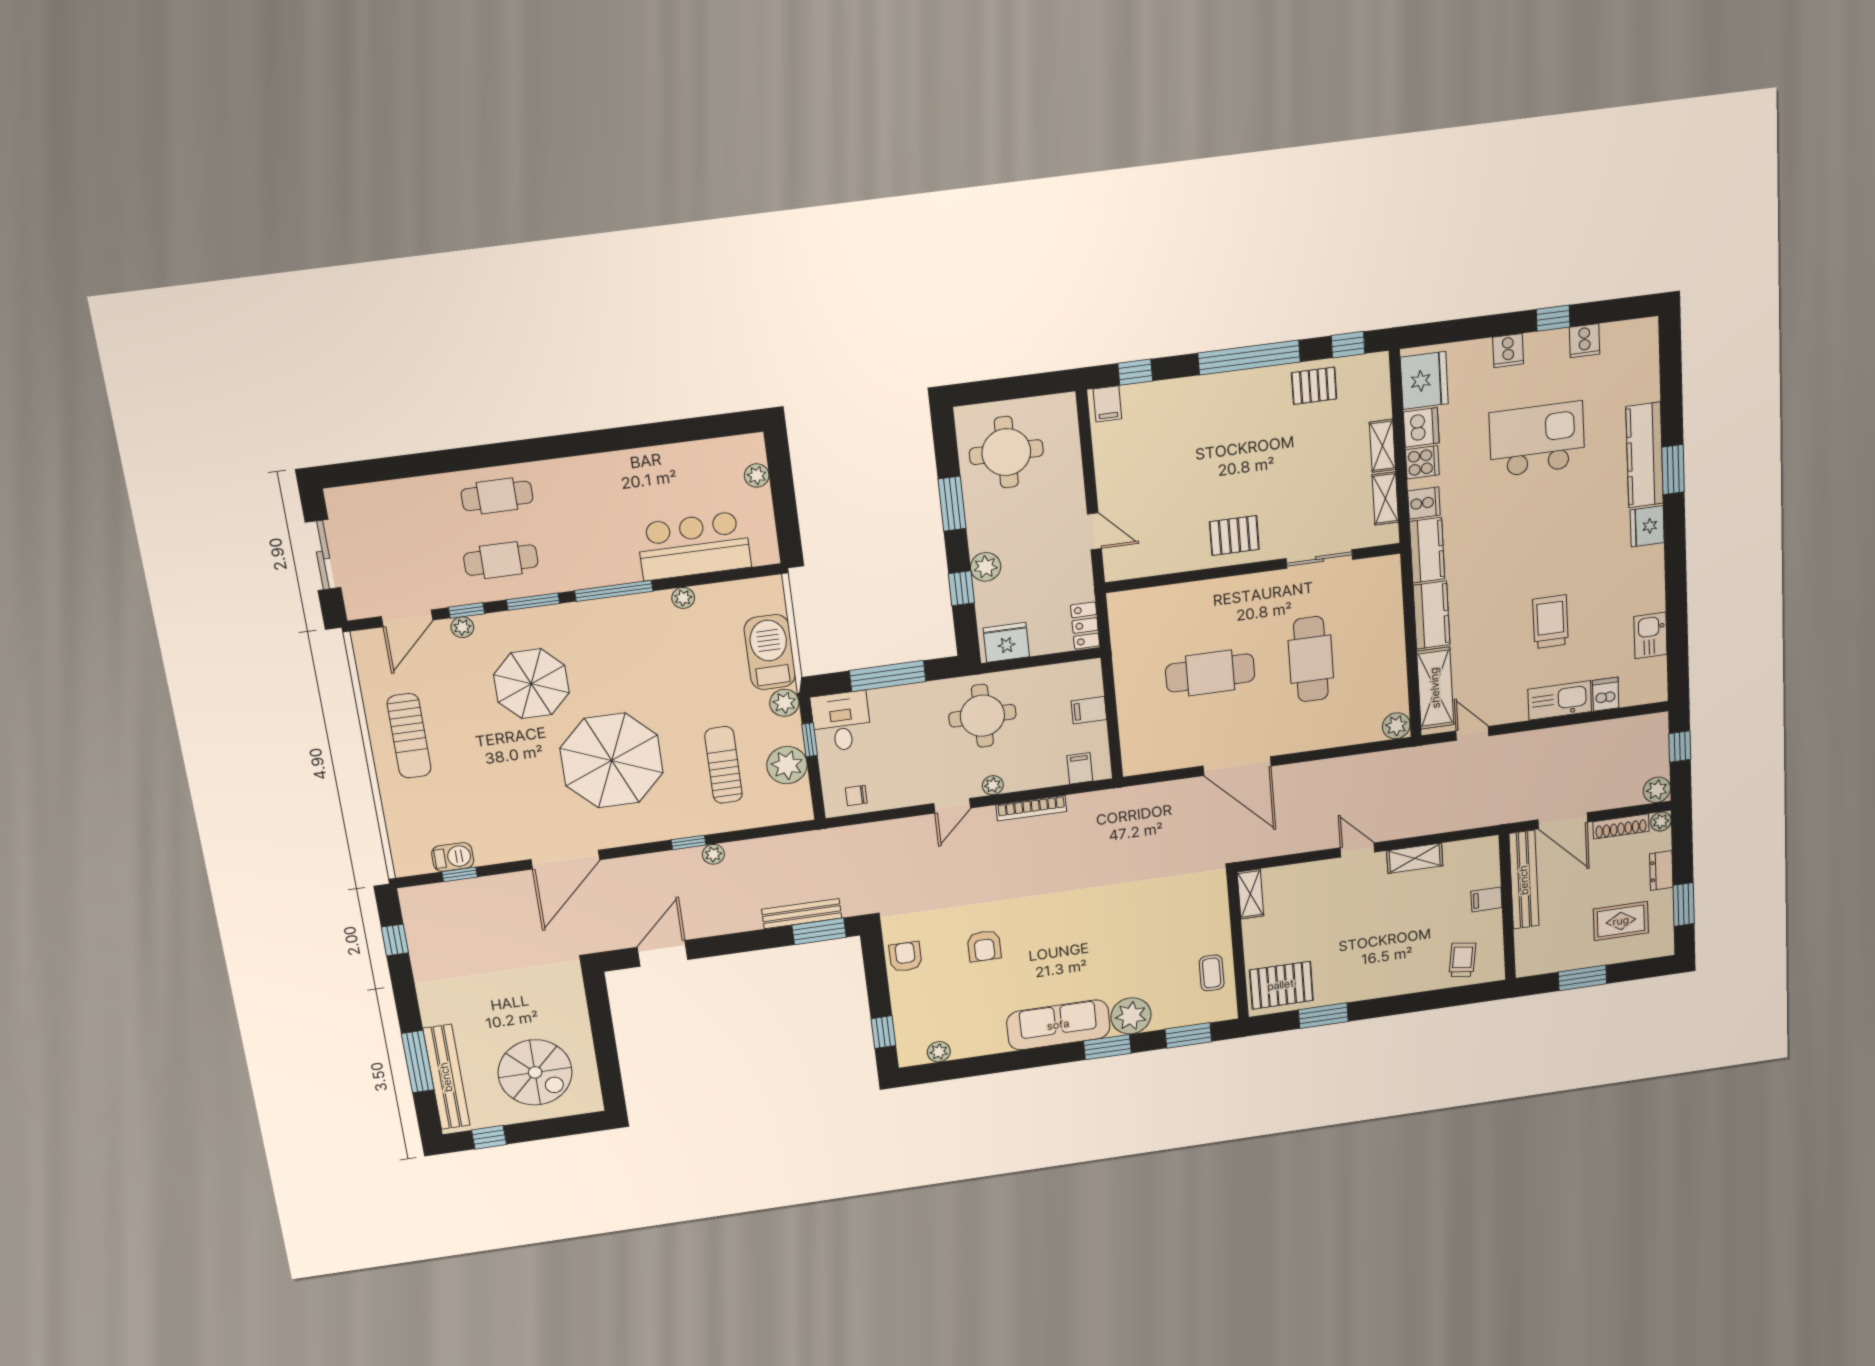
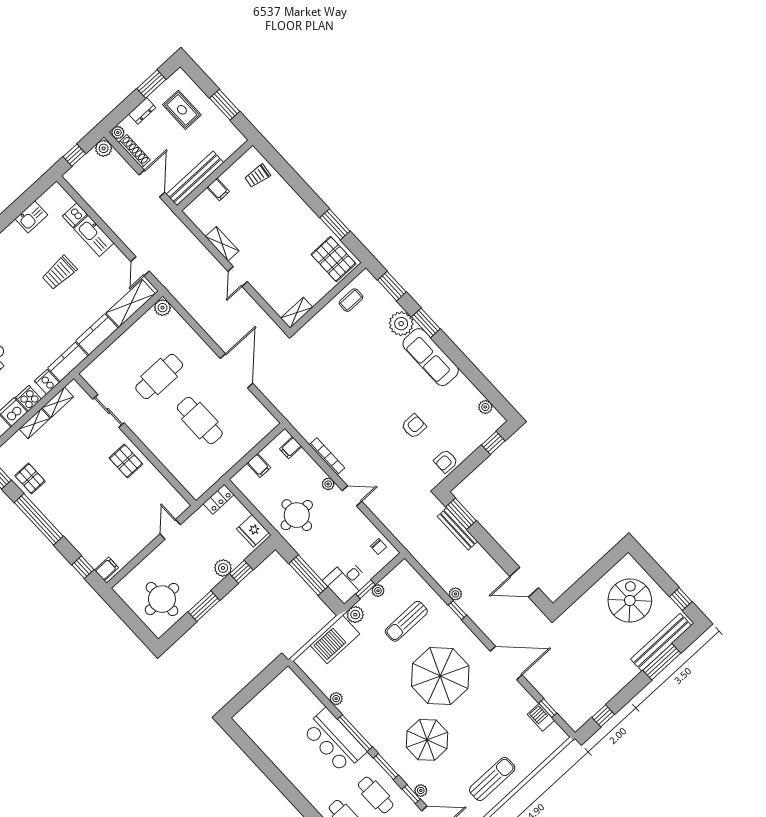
plant: (757, 475) -> (254, 706), removed
bar counter: (694, 546) -> (334, 741), moved
plant: (787, 765) -> (378, 591), width x0.53, depth x0.53

